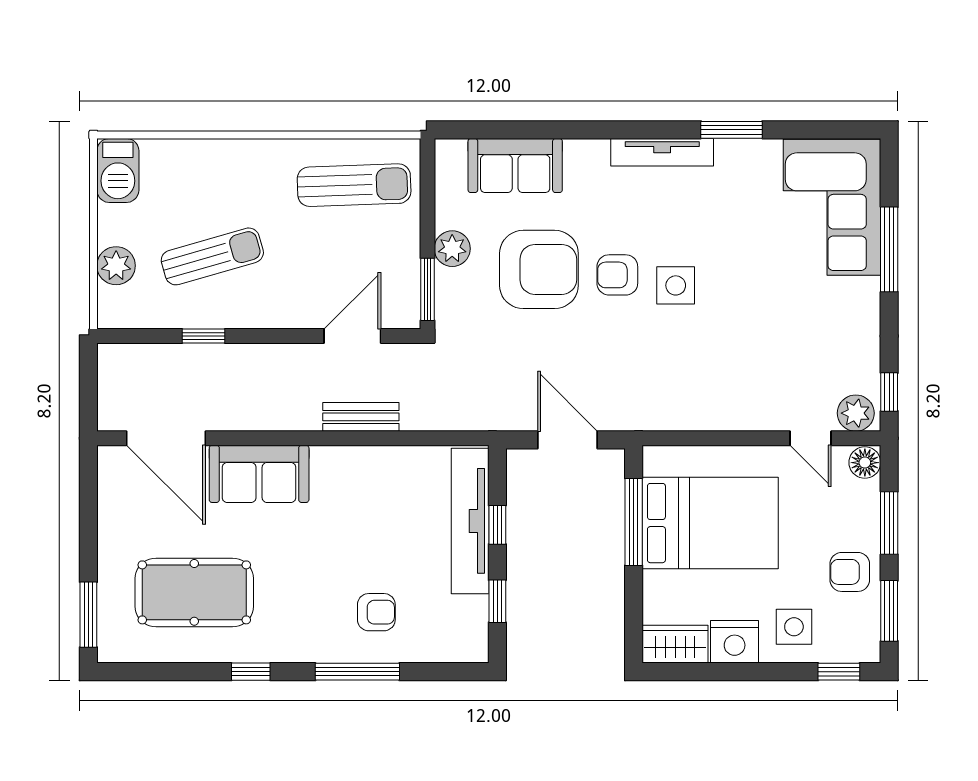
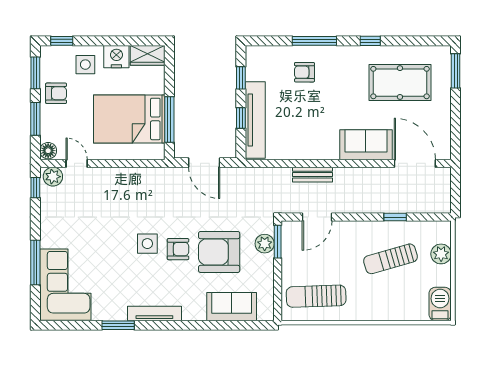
plant: (452, 249) -> (265, 244), moved

